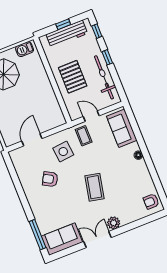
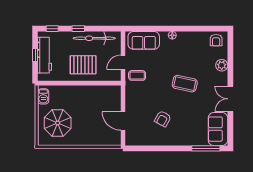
side table: (63, 152) -> (144, 98), removed
plant: (114, 223) -> (222, 65), moved

